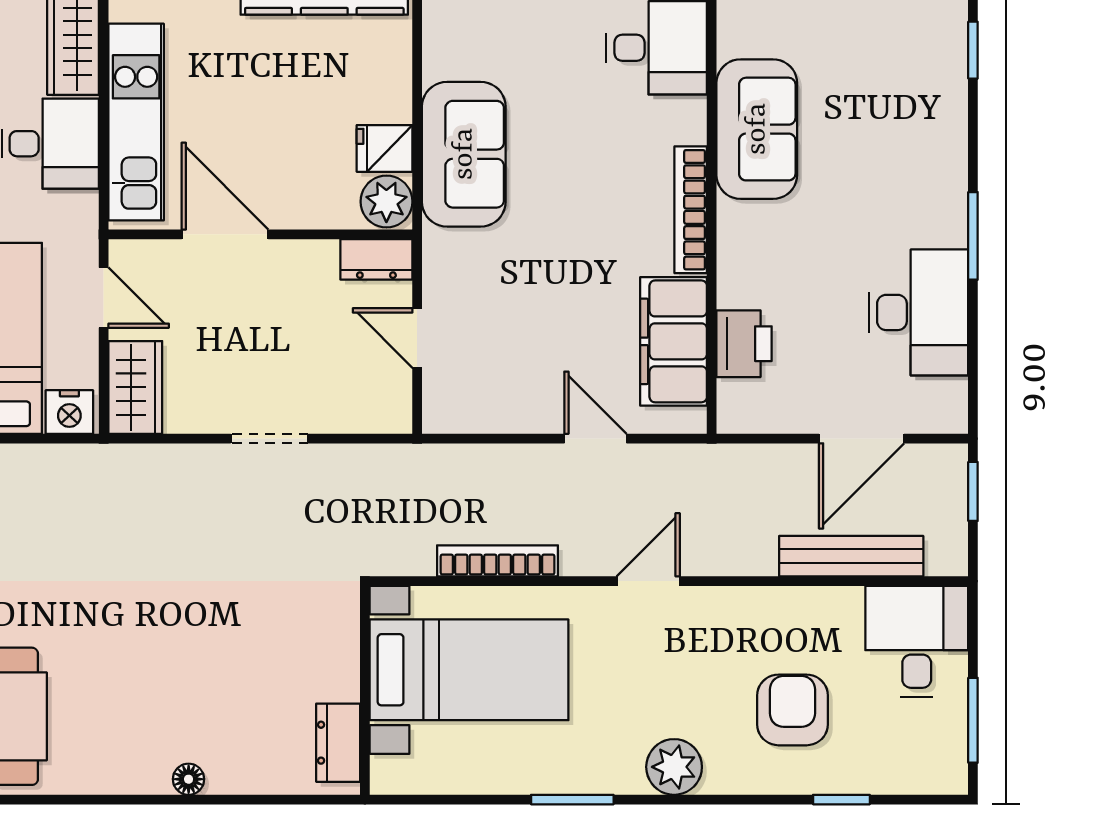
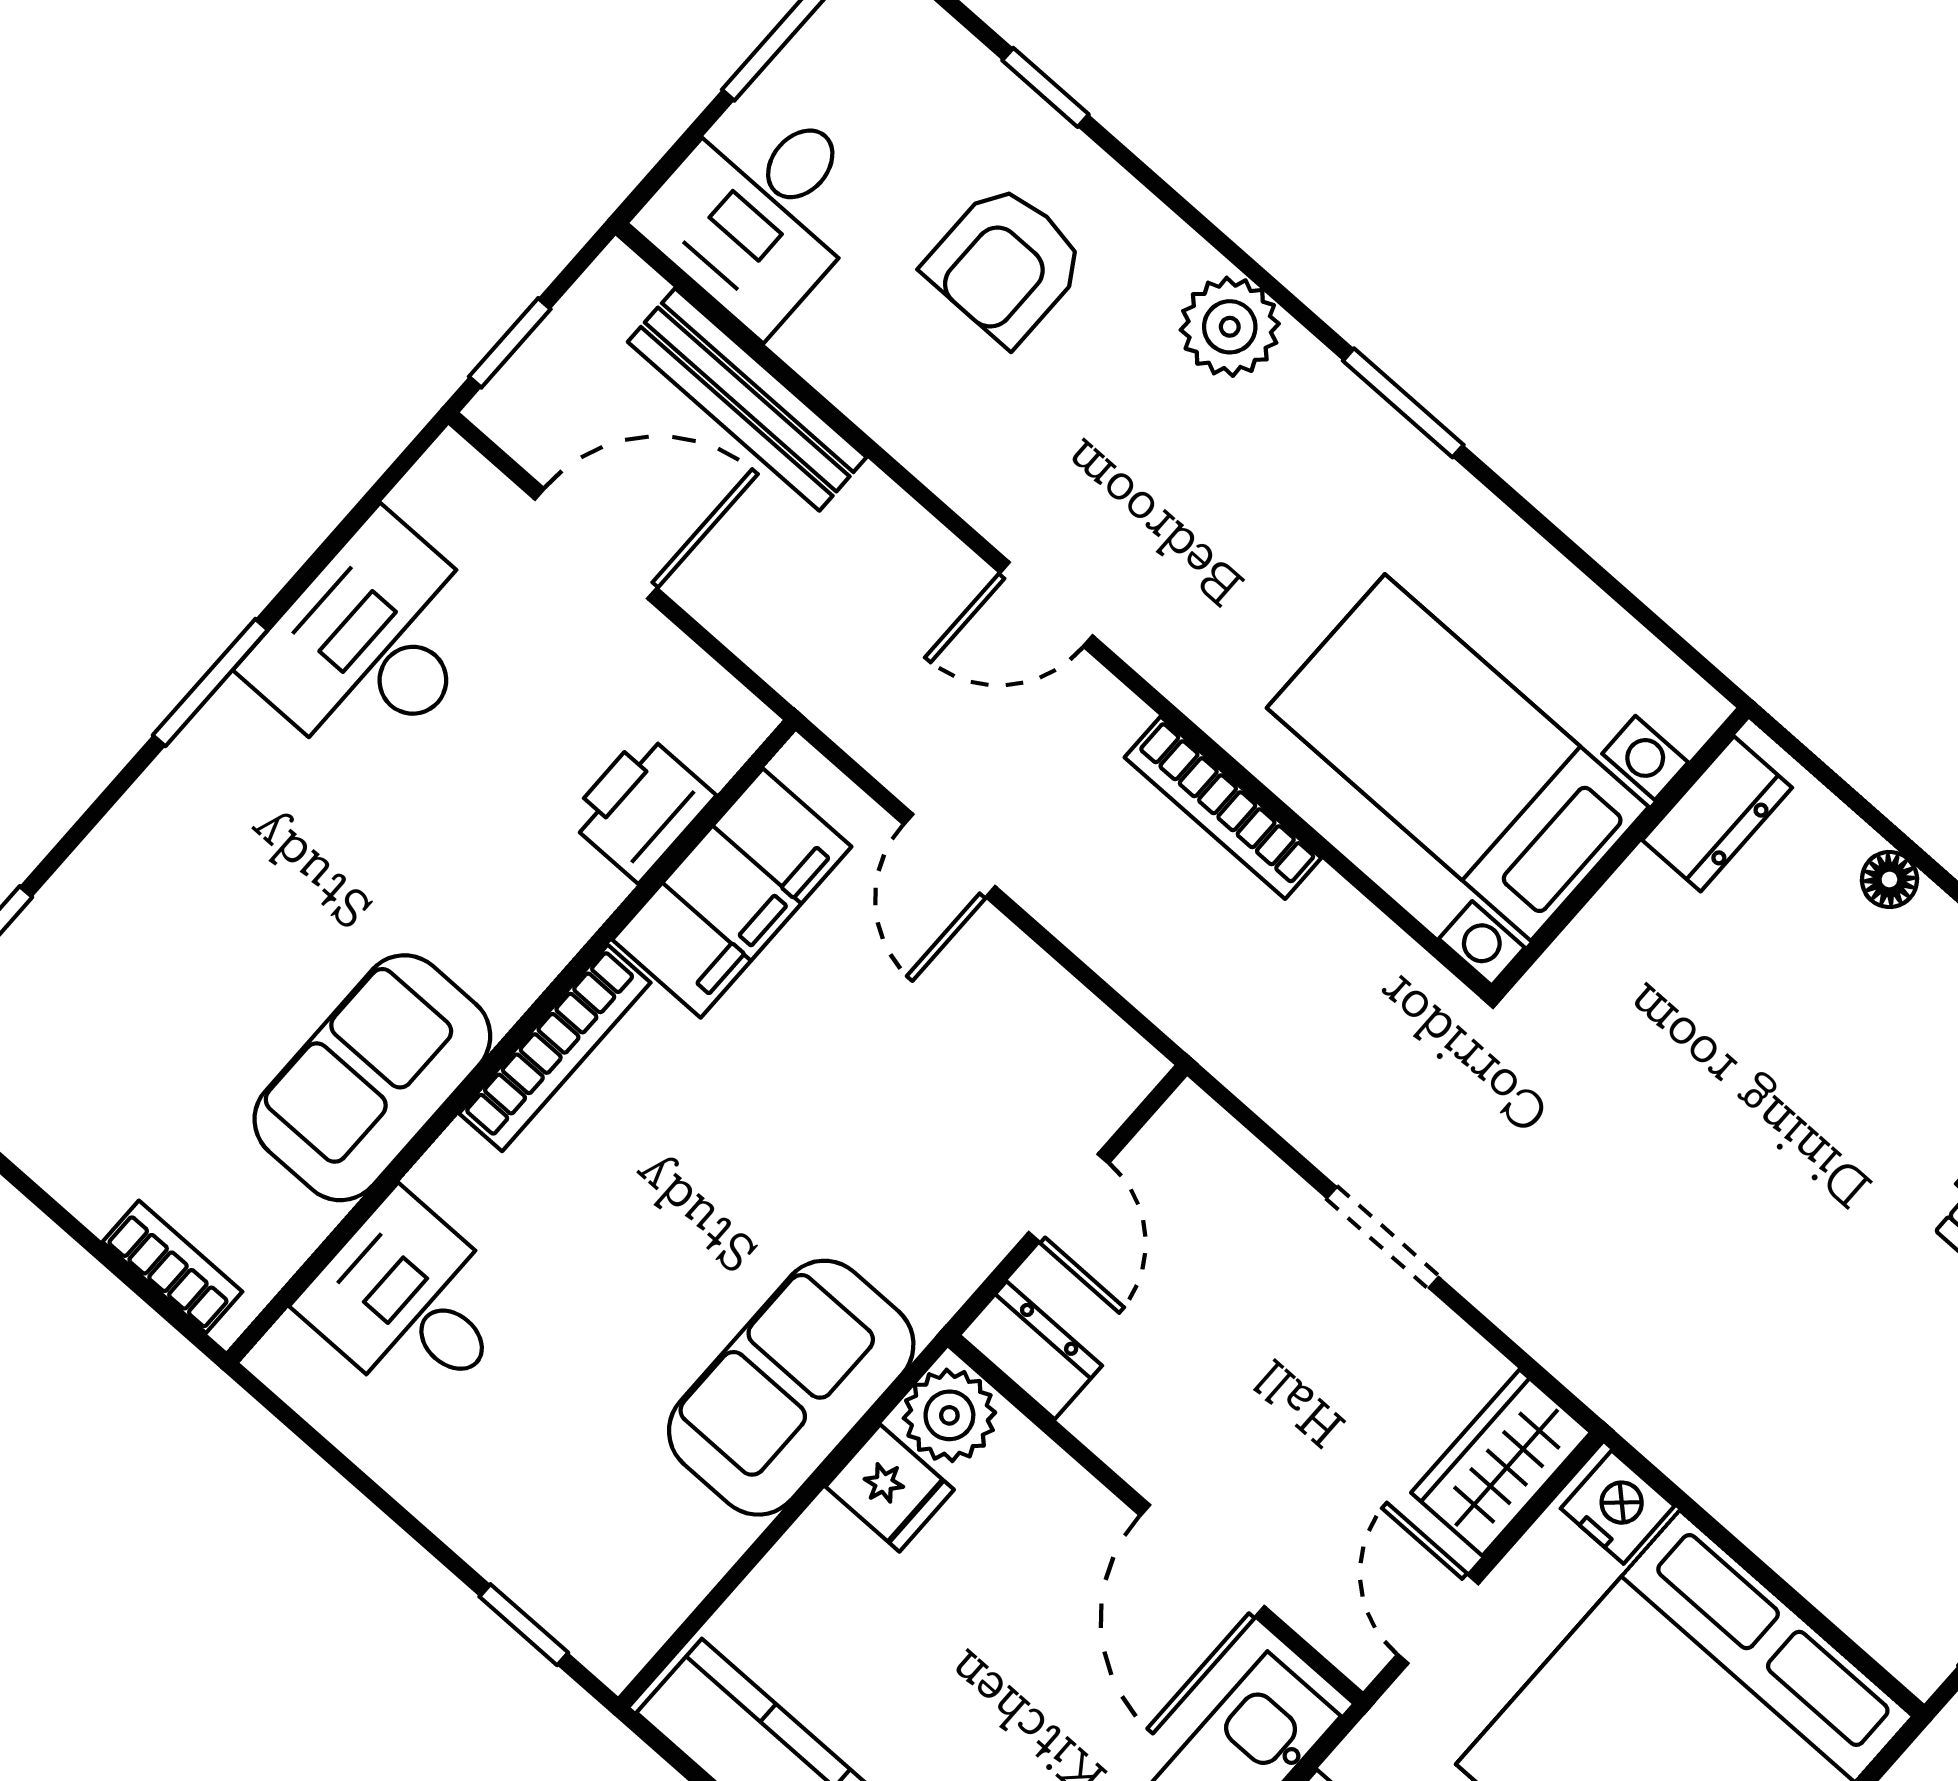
bed with nightstands: (469, 670) -> (1458, 757), moved
wall: (365, 690) -> (1620, 852), moved
dresser: (338, 743) -> (1717, 814), moved

